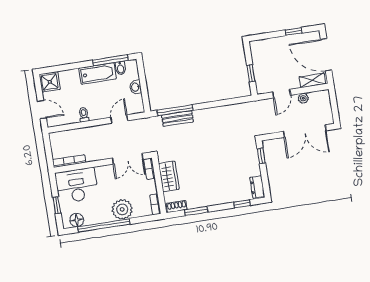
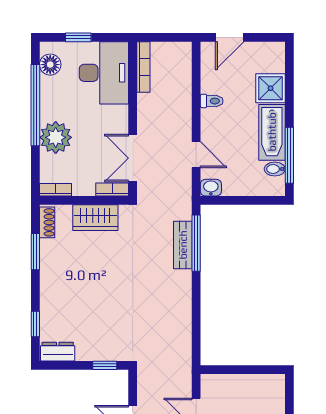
window: (251, 73) -> (235, 370), removed
shower: (50, 82) -> (271, 88), moved
washbasin: (135, 87) -> (211, 188), moved

